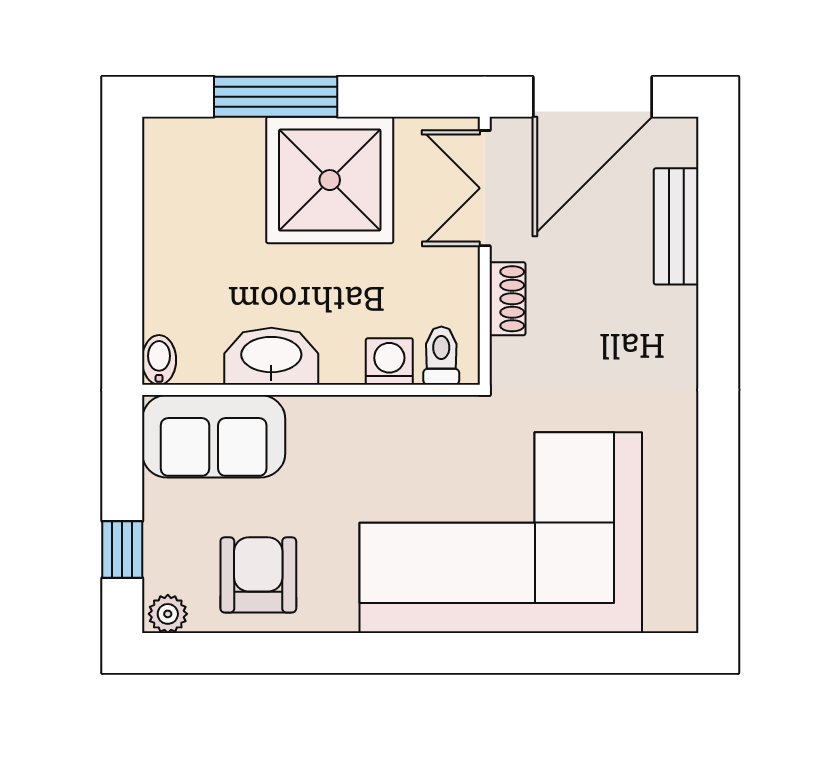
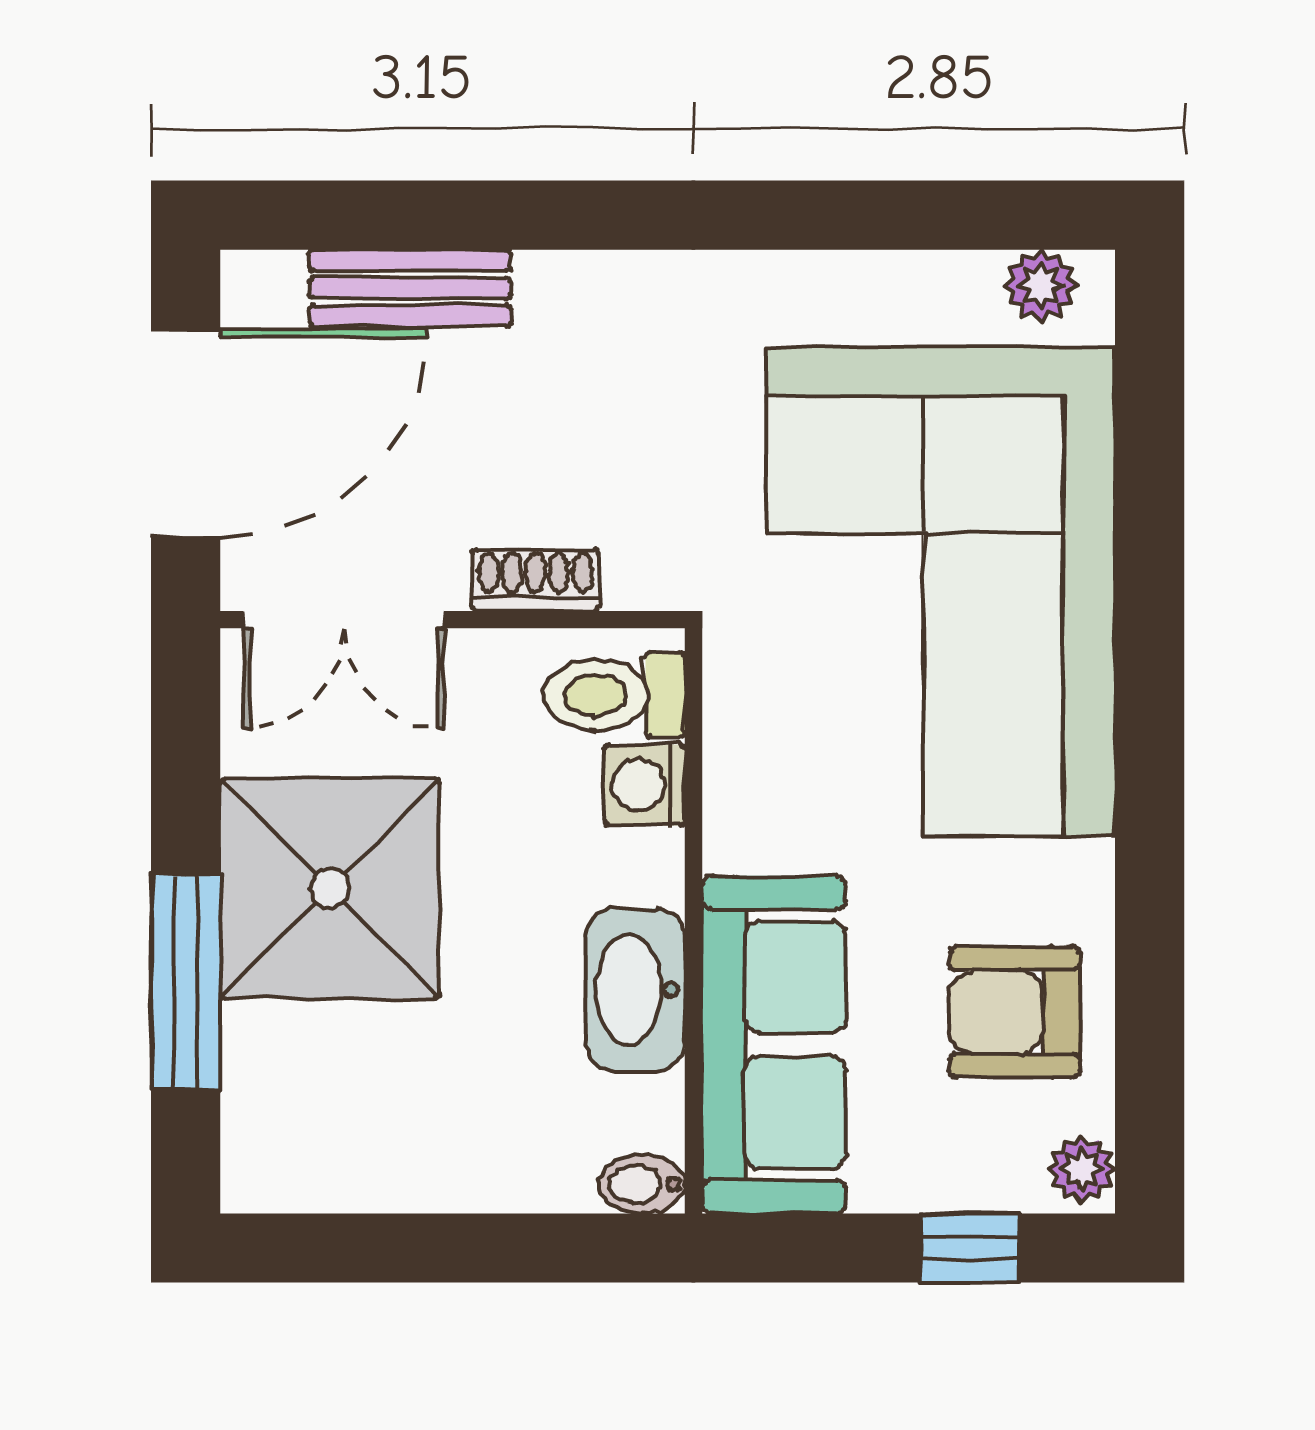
door: (592, 97) -> (186, 433), hinge flipped
toilet: (441, 356) -> (615, 695), width x1.37, depth x1.39
sofa: (214, 436) -> (774, 1045), width x1.36
plant: (678, 590) -> (1041, 285), added

